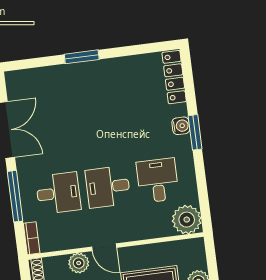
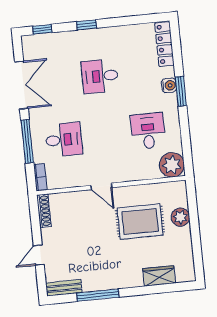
window: (82, 57) -> (87, 25), width x0.67
window: (29, 63) -> (42, 29), added
desk: (108, 187) -> (100, 76), moved
plant: (79, 263) -> (80, 199), removed

